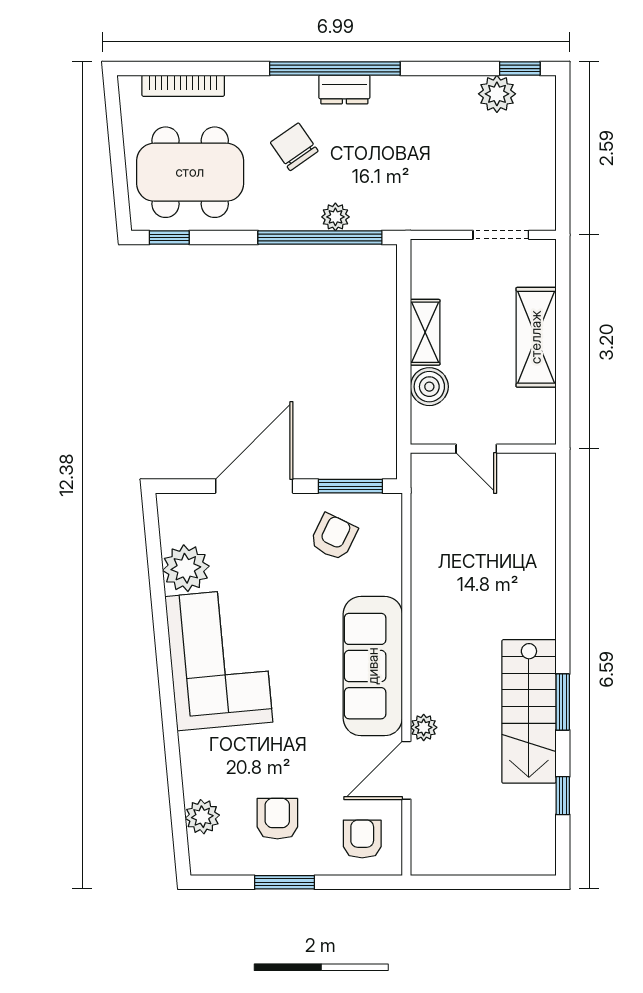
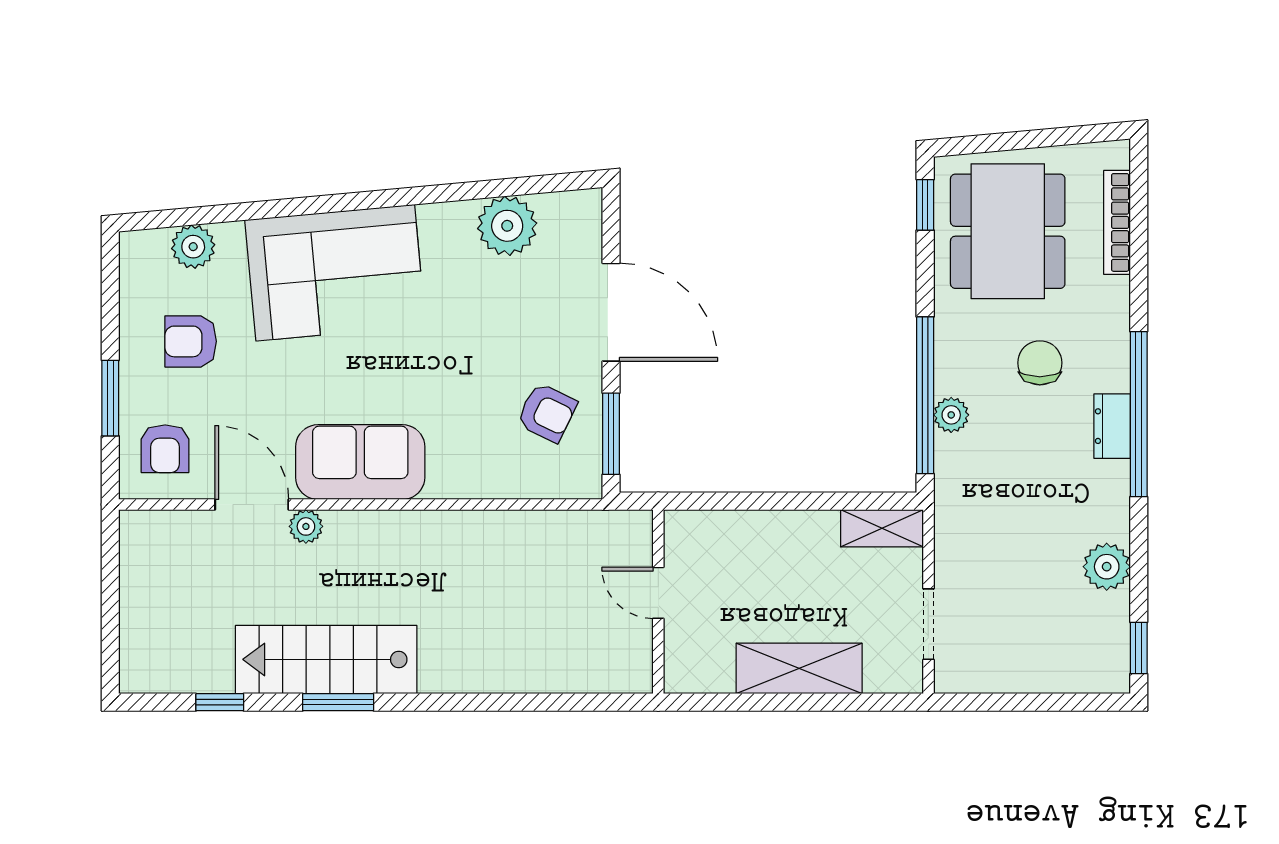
plant: (497, 94) -> (1107, 567), moved
chair: (294, 147) -> (1040, 363), turned -55
shelving: (425, 332) -> (882, 528), moved
boiler: (429, 387) -> (737, 534), removed
door: (476, 449) -> (658, 593), hinge flipped
corner sofa: (219, 659) -> (335, 273), moved
sofa: (373, 666) -> (360, 462), width x0.73
armchair: (277, 819) -> (191, 341), turned 180
armchair: (362, 839) -> (165, 449), turned 90
window: (284, 882) -> (110, 398), moved

